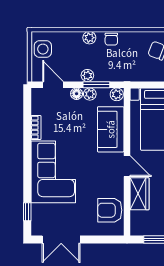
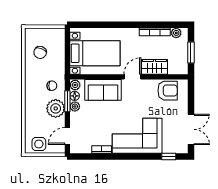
plant: (89, 38) -> (30, 107), removed
chair: (111, 39) -> (52, 86), moved
plant: (87, 75) -> (56, 108), width x1.88, depth x1.88
floor lamp: (77, 94) -> (75, 96), moved
armchair: (110, 210) -> (168, 91), turned -90

